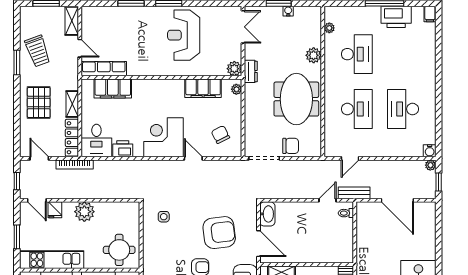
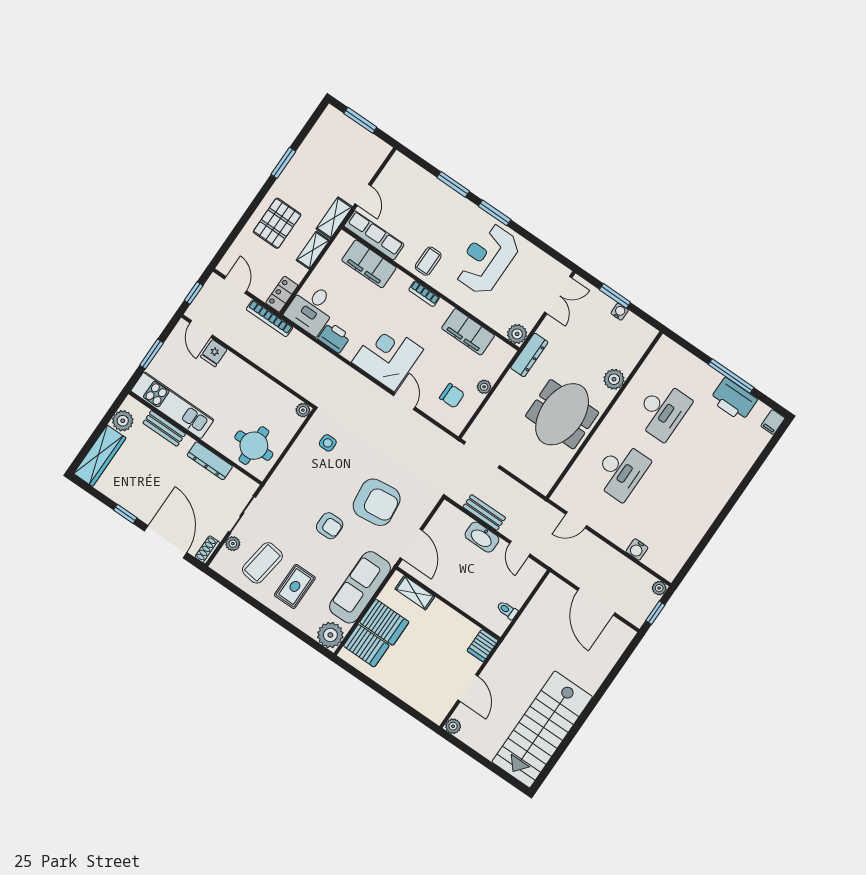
shelving: (72, 21) -> (334, 218), moved
plant: (329, 28) -> (652, 361), removed
trolley: (38, 51) -> (315, 166), removed
coffee table: (148, 61) -> (428, 261), added
dresser: (251, 71) -> (529, 355), width x1.44
bookcase: (160, 83) -> (424, 294), added
plant: (236, 89) -> (484, 387), moved
desk: (403, 109) -> (672, 506), removed
chair: (220, 135) -> (452, 396), turned 117
locker: (72, 138) -> (282, 294), width x0.66
chair: (291, 146) -> (520, 461), removed
water cooler: (430, 151) -> (637, 549), moved
bench: (354, 193) -> (484, 512), moved
door: (328, 200) -> (520, 549), swing flipped
plant: (84, 212) -> (303, 410), moved, width x0.53, depth x0.53
toilet: (346, 213) -> (507, 610), moved
washbasin: (267, 214) -> (482, 537), moved, turned 90

